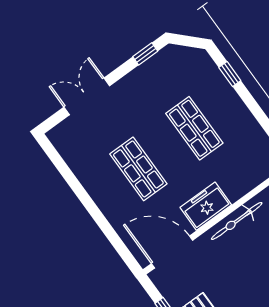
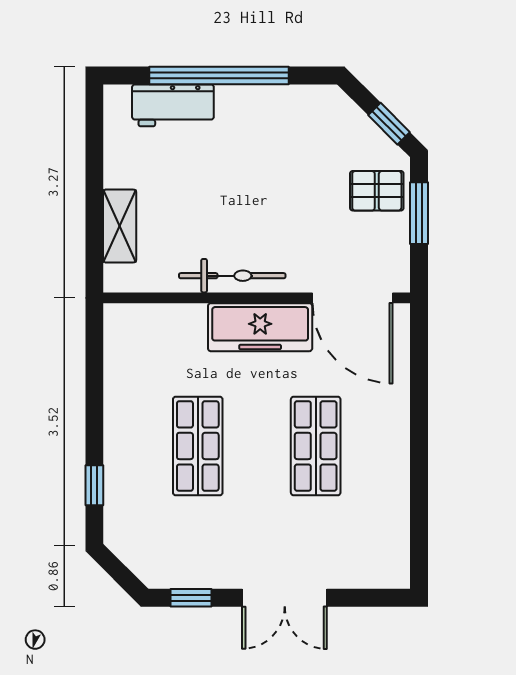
double door: (87, 96) -> (285, 598), moved
freezer: (206, 206) -> (260, 327), width x1.40

